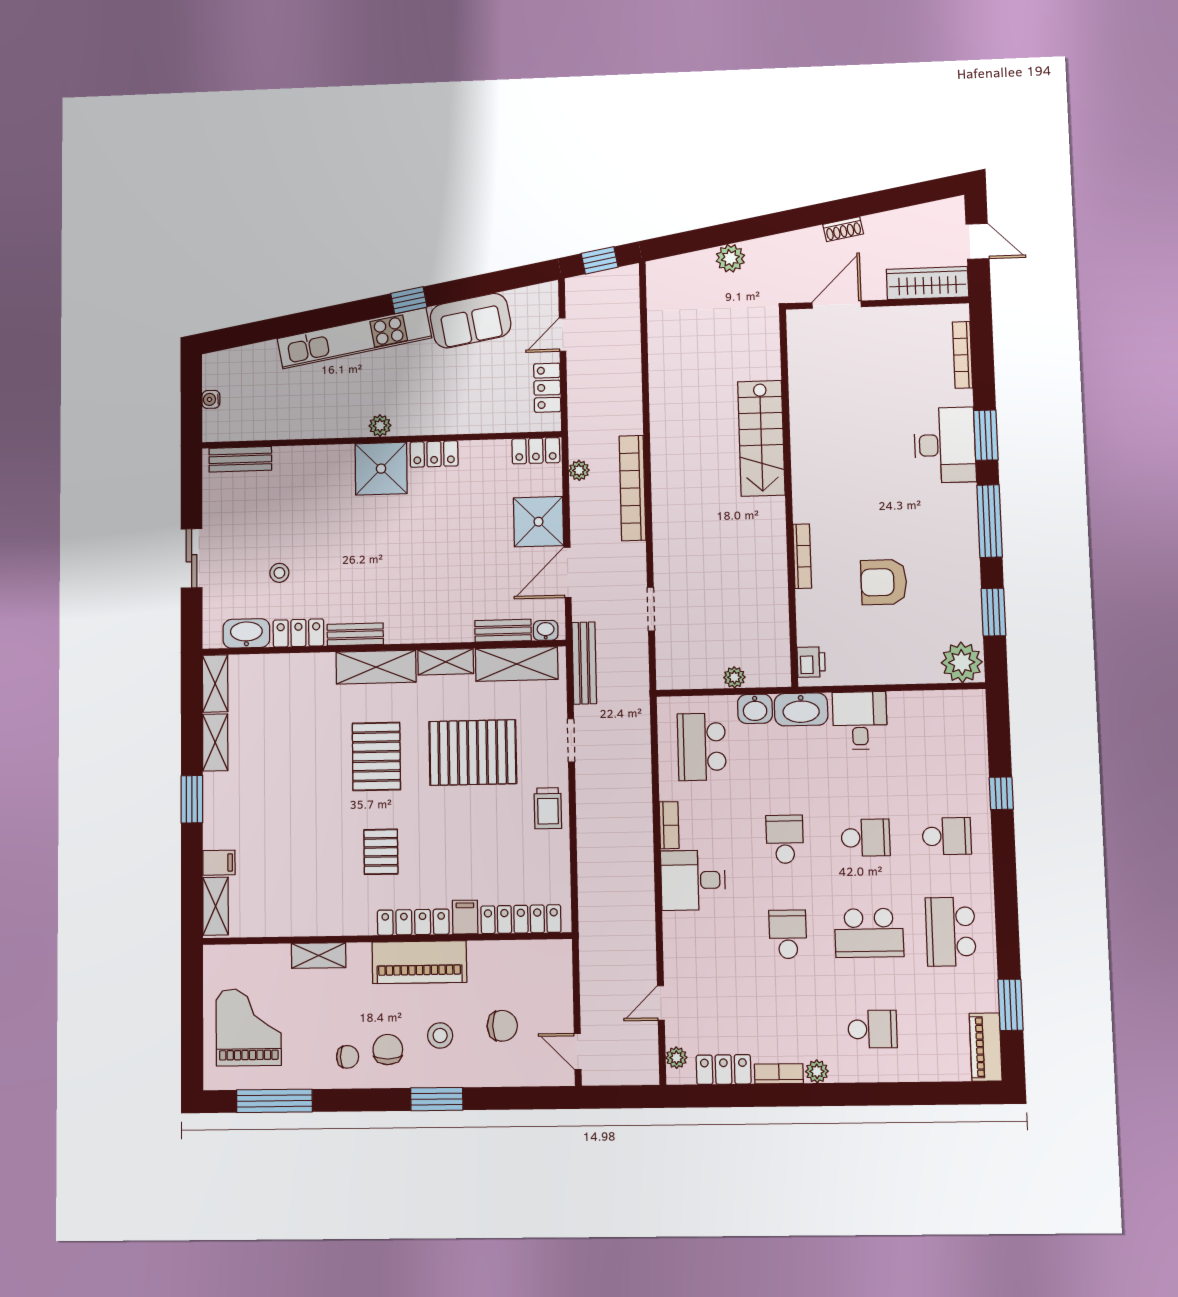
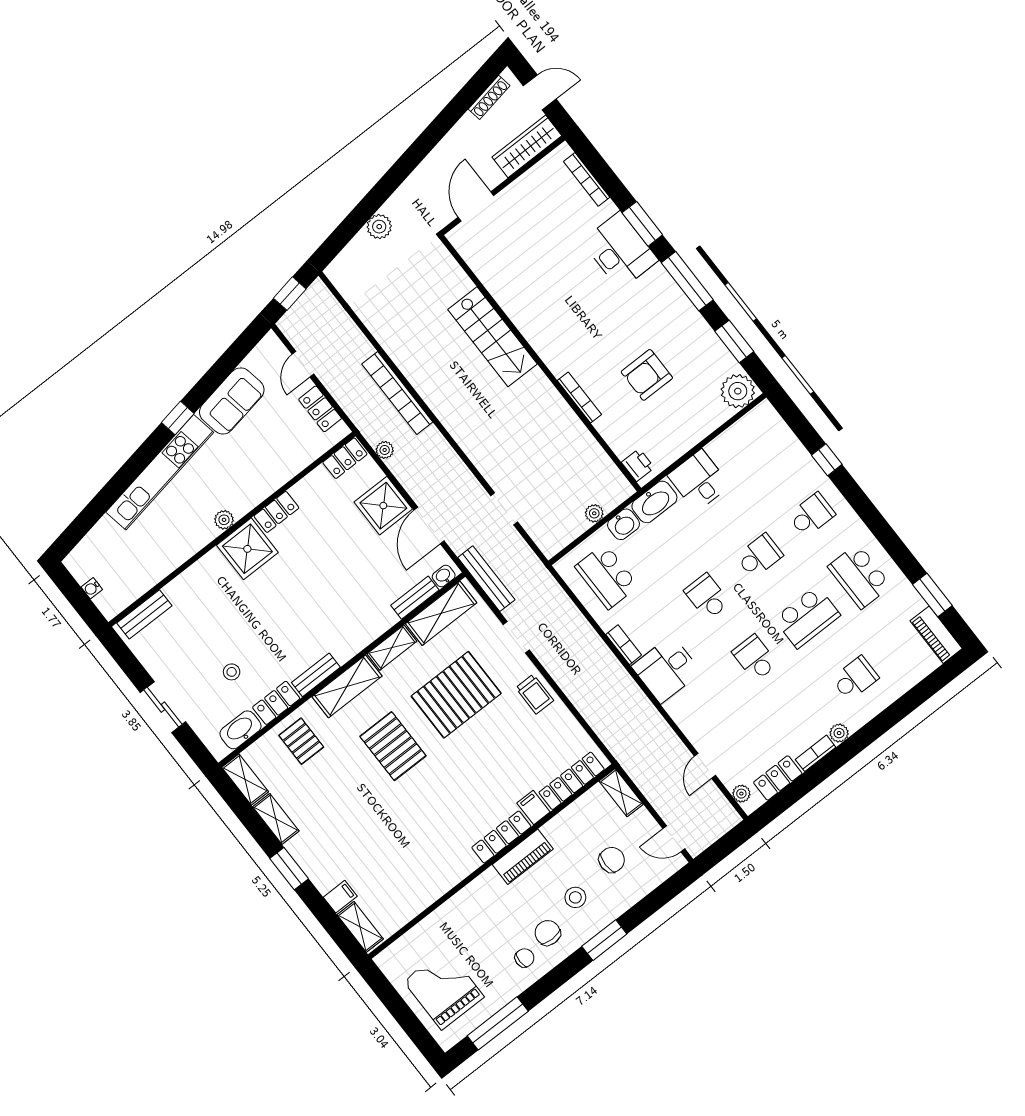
shoe rack: (843, 229) -> (489, 97), moved, width x1.43
bookcase: (633, 488) -> (397, 393), moved
pallet: (381, 852) -> (301, 741), moved
shelving: (319, 955) -> (621, 793), moved, turned 90
piano: (419, 962) -> (523, 857), width x0.73, depth x0.75

